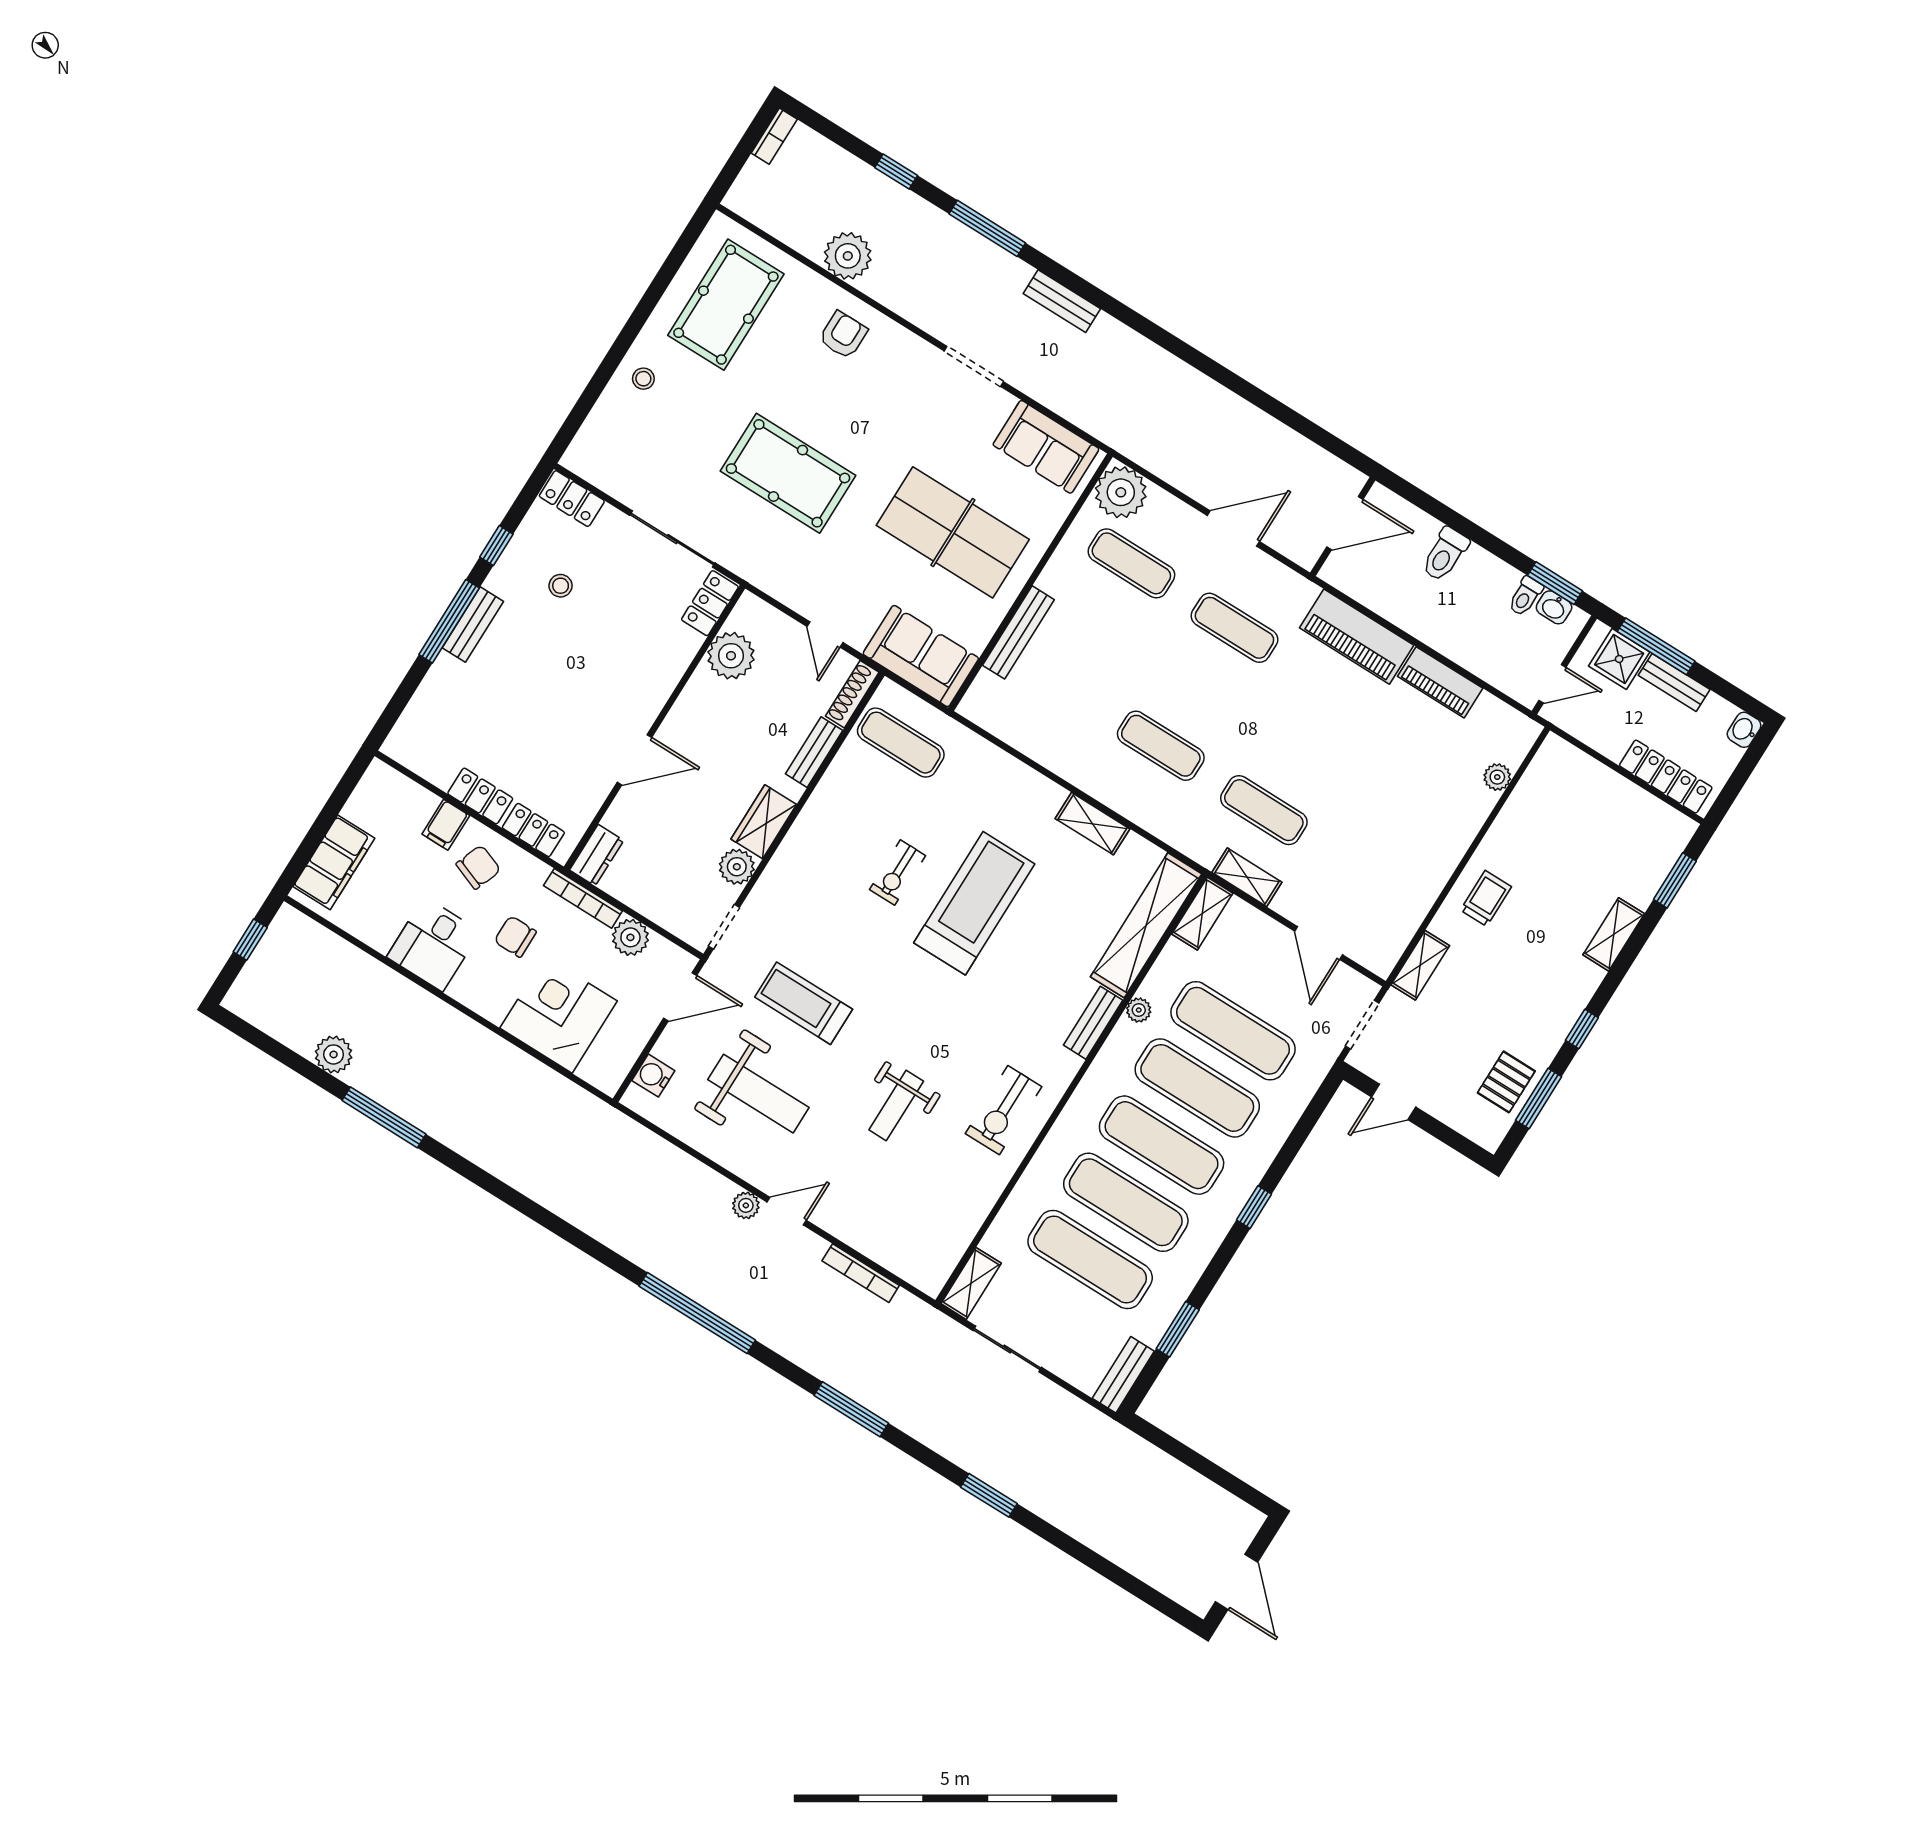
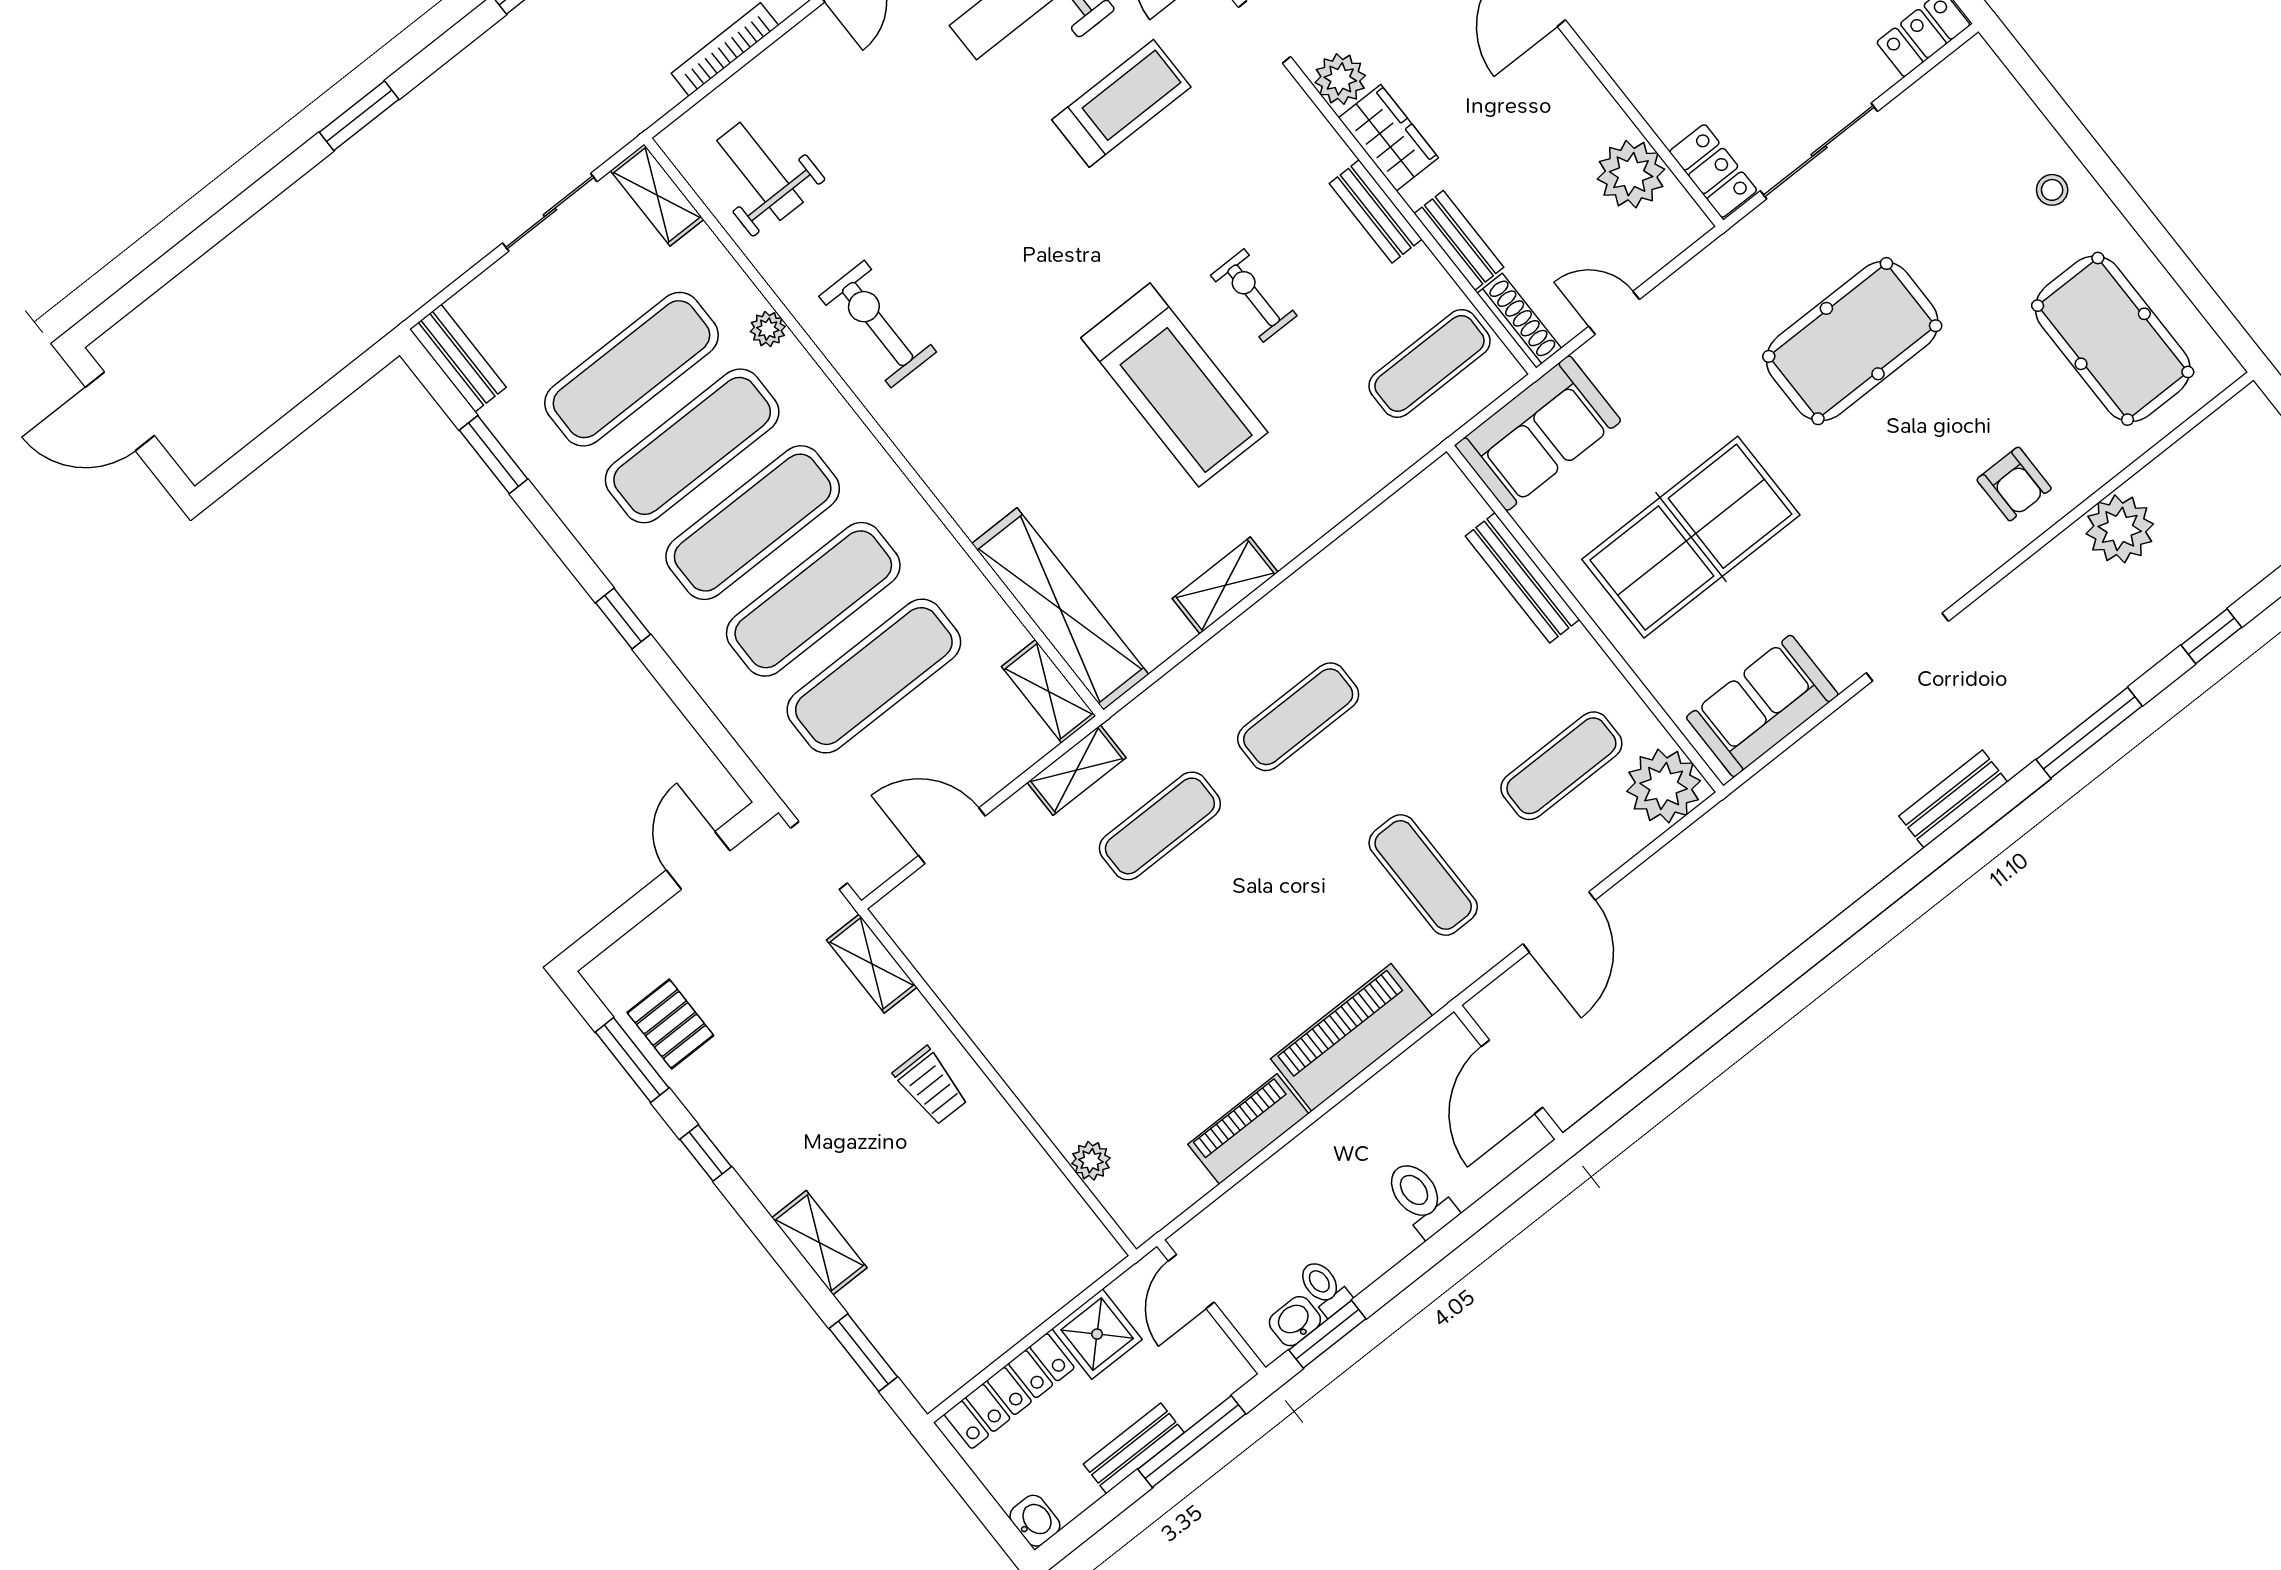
exercise mat: (1234, 628) -> (1423, 875), turned 90
shower: (1619, 659) -> (1097, 1334), moved
plant: (1139, 1010) -> (768, 329), moved
bench: (1093, 1023) -> (1376, 211), moved
weight bench: (896, 1105) -> (760, 171), moved

